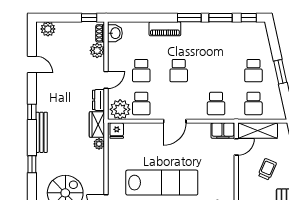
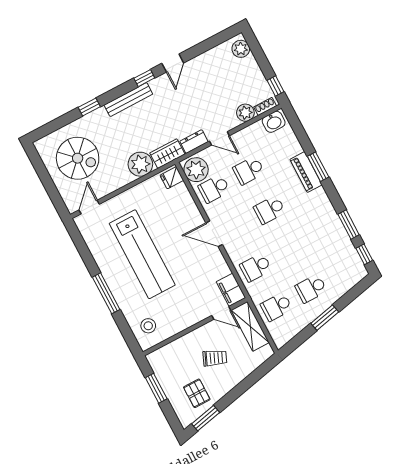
window: (189, 18) -> (318, 167), moved
door: (32, 64) -> (173, 63), moved
plant: (99, 144) -> (140, 164), width x1.88, depth x1.88

